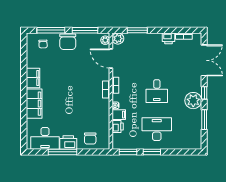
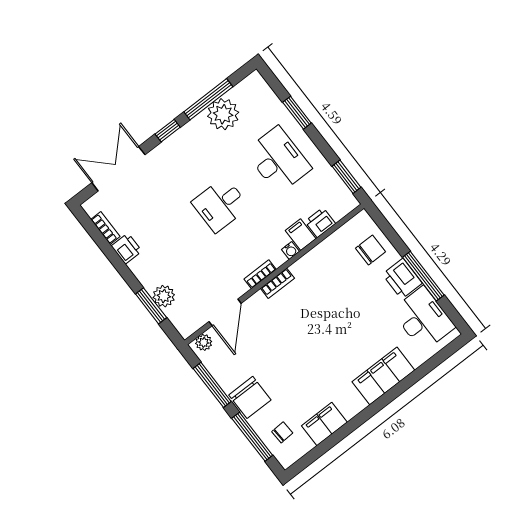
plant: (118, 39) -> (164, 296), moved
chair: (68, 42) -> (250, 397), turned 90
filing cabinet: (33, 78) -> (324, 424), moved
desk: (157, 91) -> (220, 205), turned 180
plant: (193, 101) -> (223, 114), moved
window: (204, 120) -> (208, 99), width x1.44
desk: (157, 129) -> (278, 160), turned 180
window: (152, 152) -> (297, 113), moved

